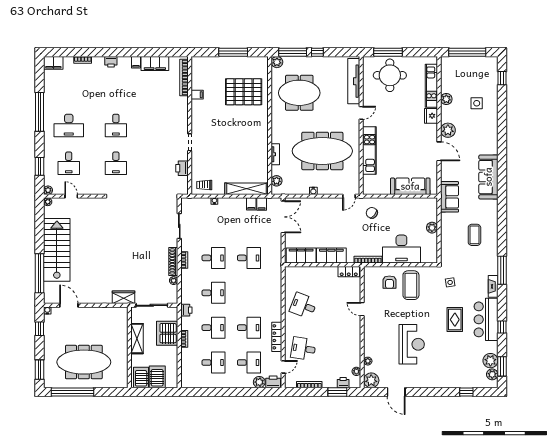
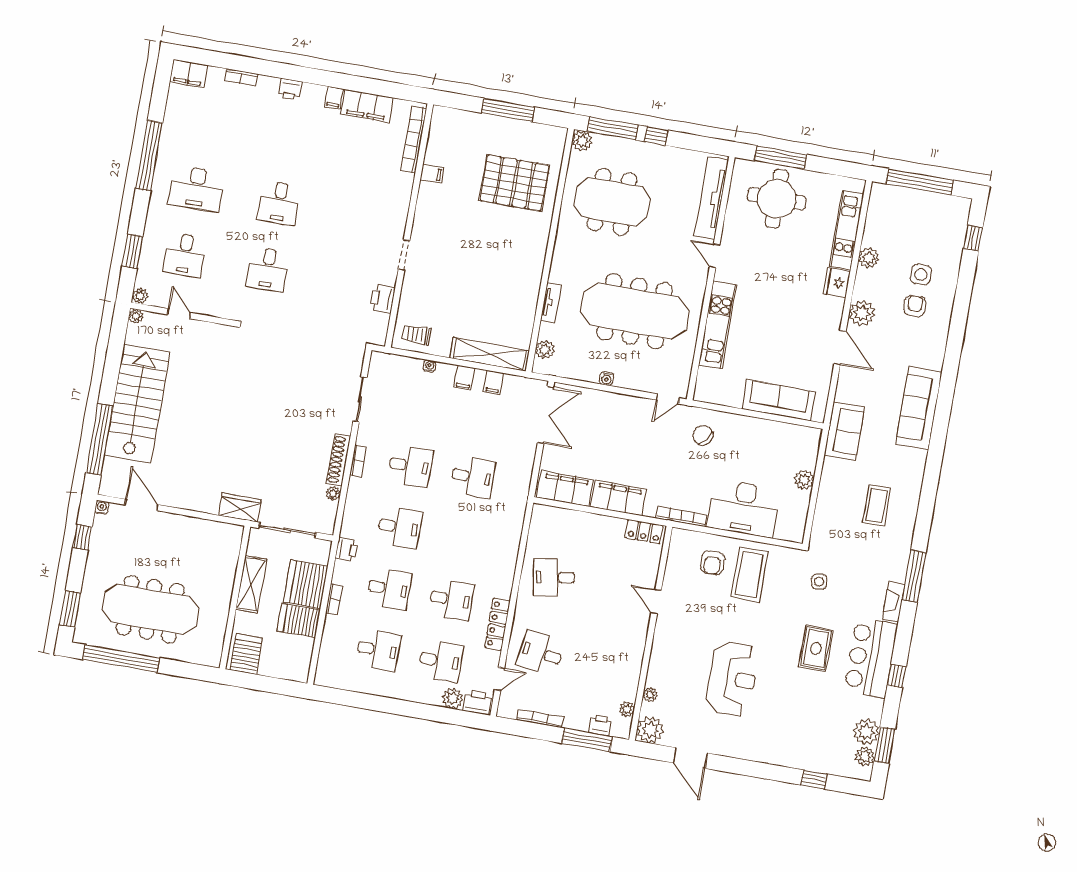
door: (361, 113) -> (715, 256), swing flipped
armchair: (476, 121) -> (915, 306), added
filing cabinet: (262, 204) -> (464, 378), moved
desk: (303, 306) -> (554, 577), turned -30
server rack: (157, 377) -> (299, 621), moved, turned -90
window: (337, 392) -> (587, 740), width x1.44

